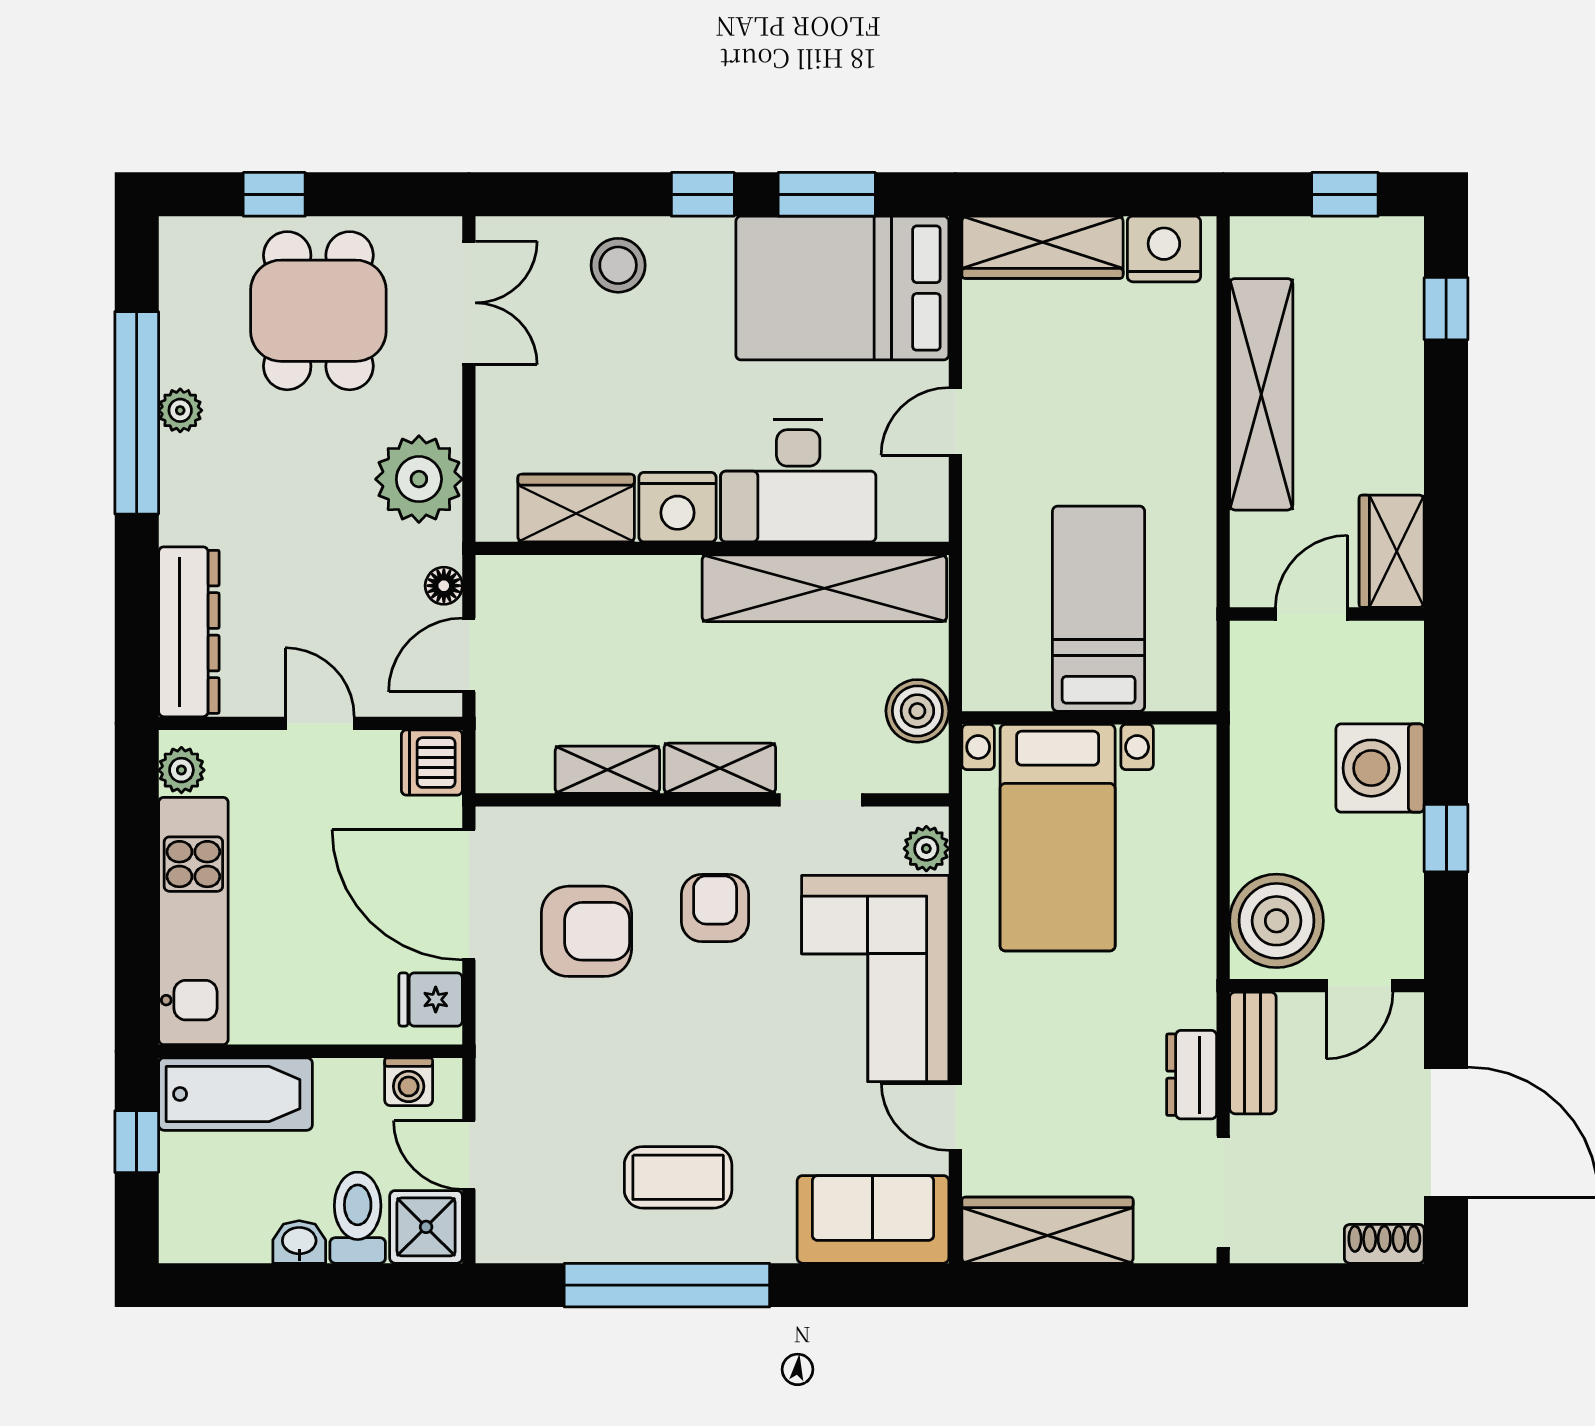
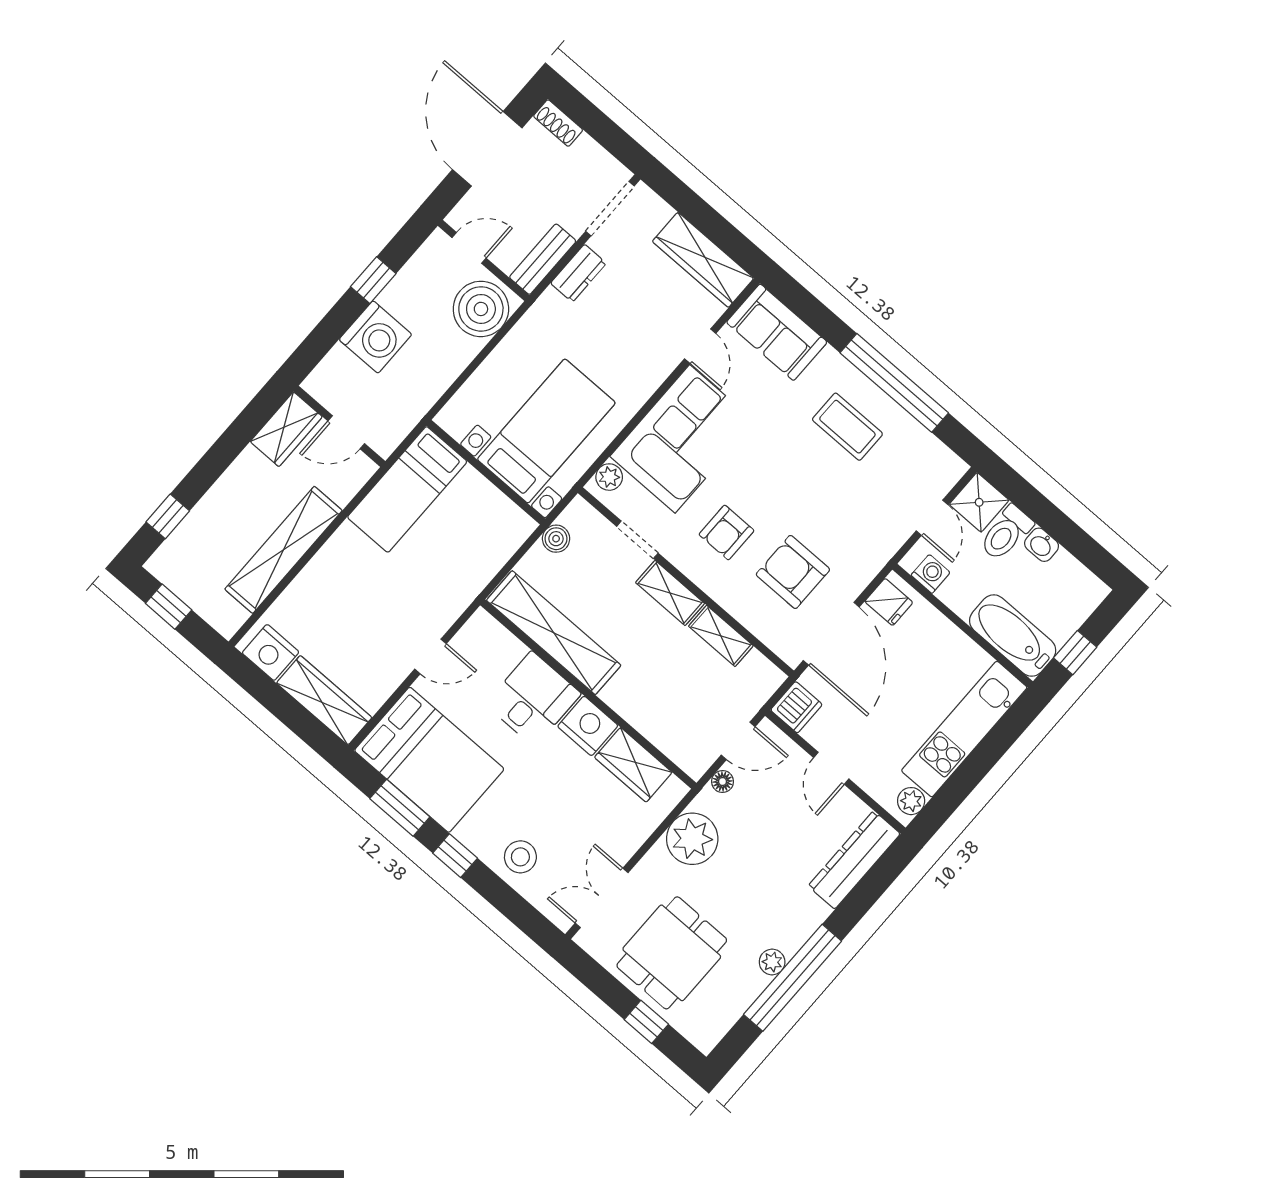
desk: (798, 481) -> (533, 699), width x0.73
bed: (1099, 609) -> (407, 489), moved
boiler: (917, 711) -> (556, 539), width x0.73, depth x0.73

